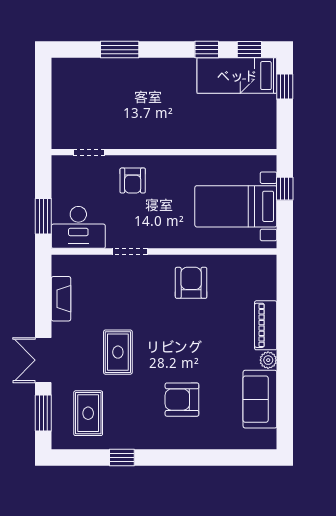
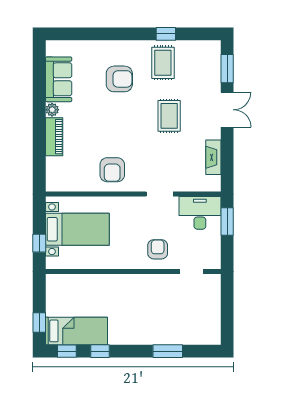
rug: (88, 413) -> (163, 63), moved

